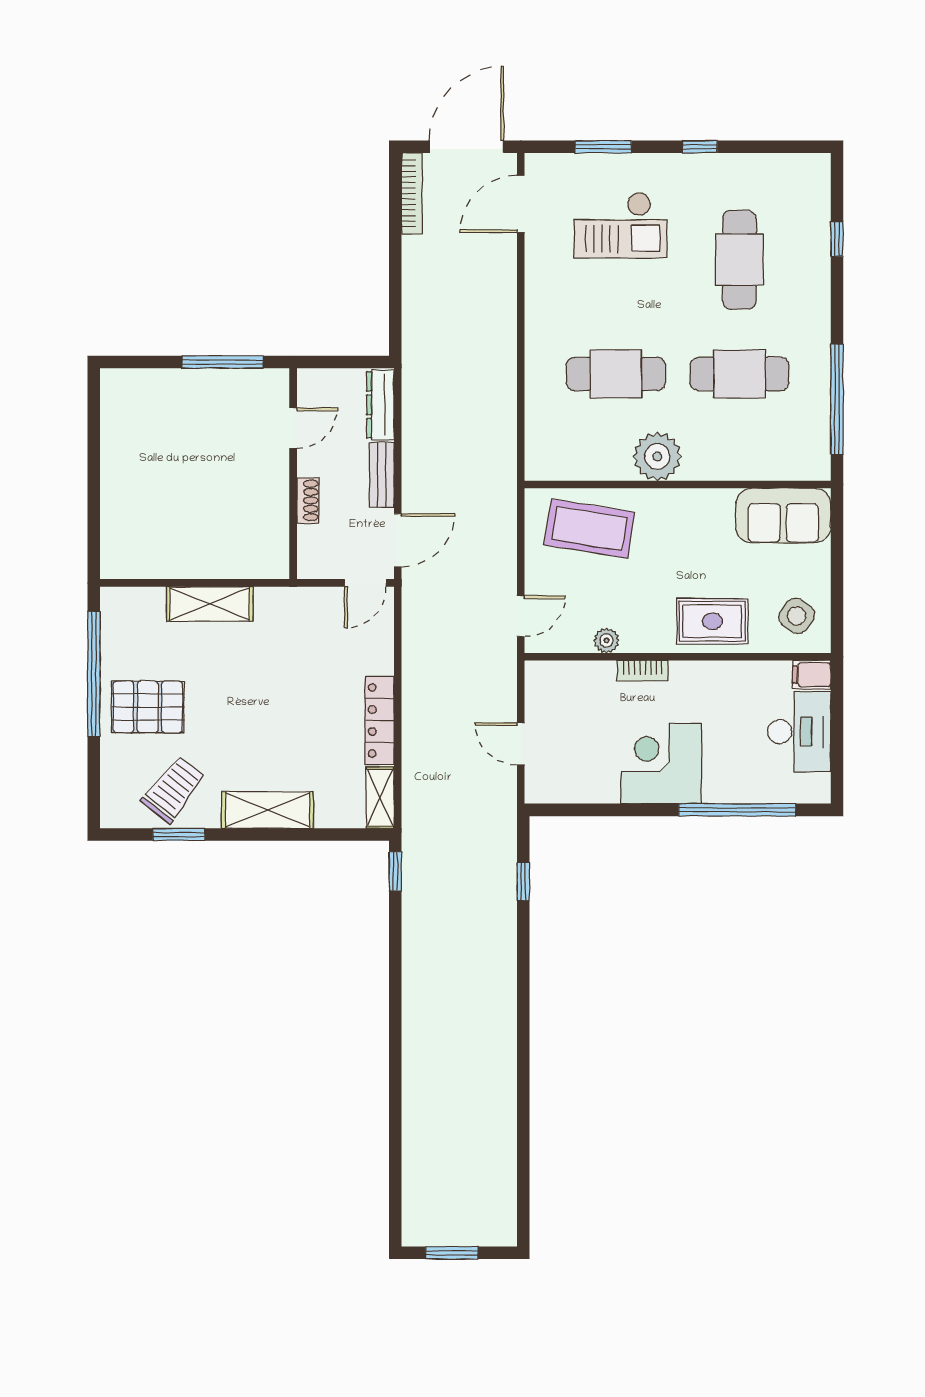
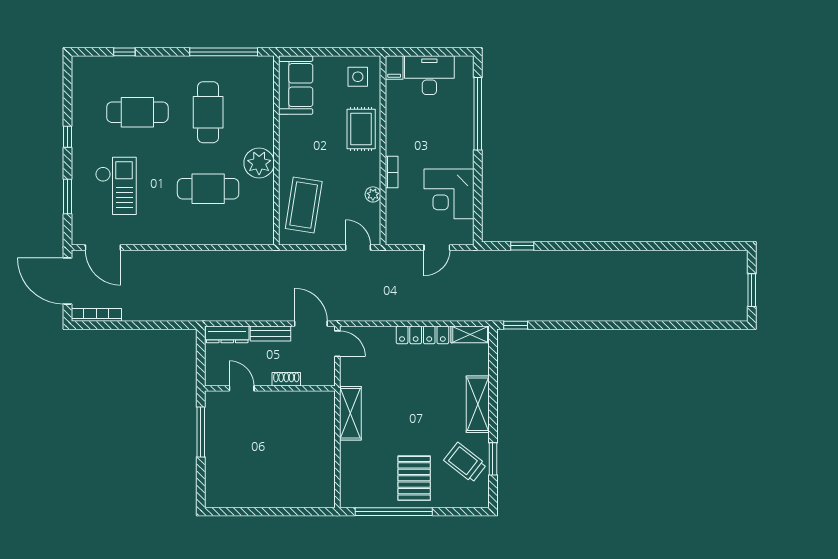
cafe table: (616, 374) -> (208, 189), turned 90
shelving: (210, 604) -> (350, 413), moved
side table: (797, 616) -> (358, 77), turned -38
corner desk: (661, 763) -> (449, 194), moved

